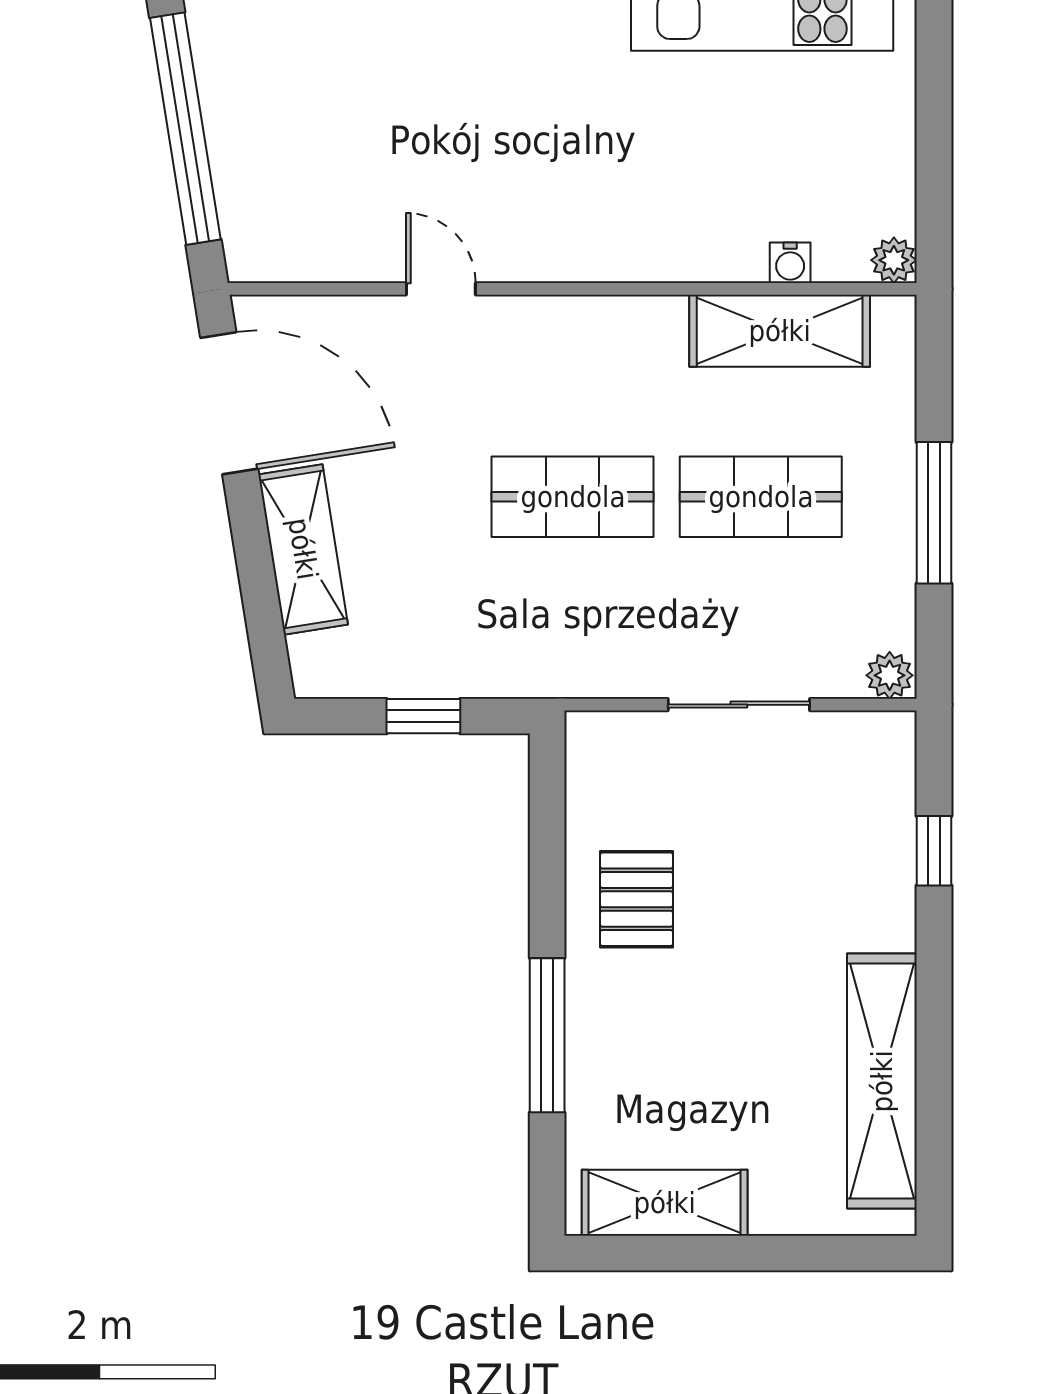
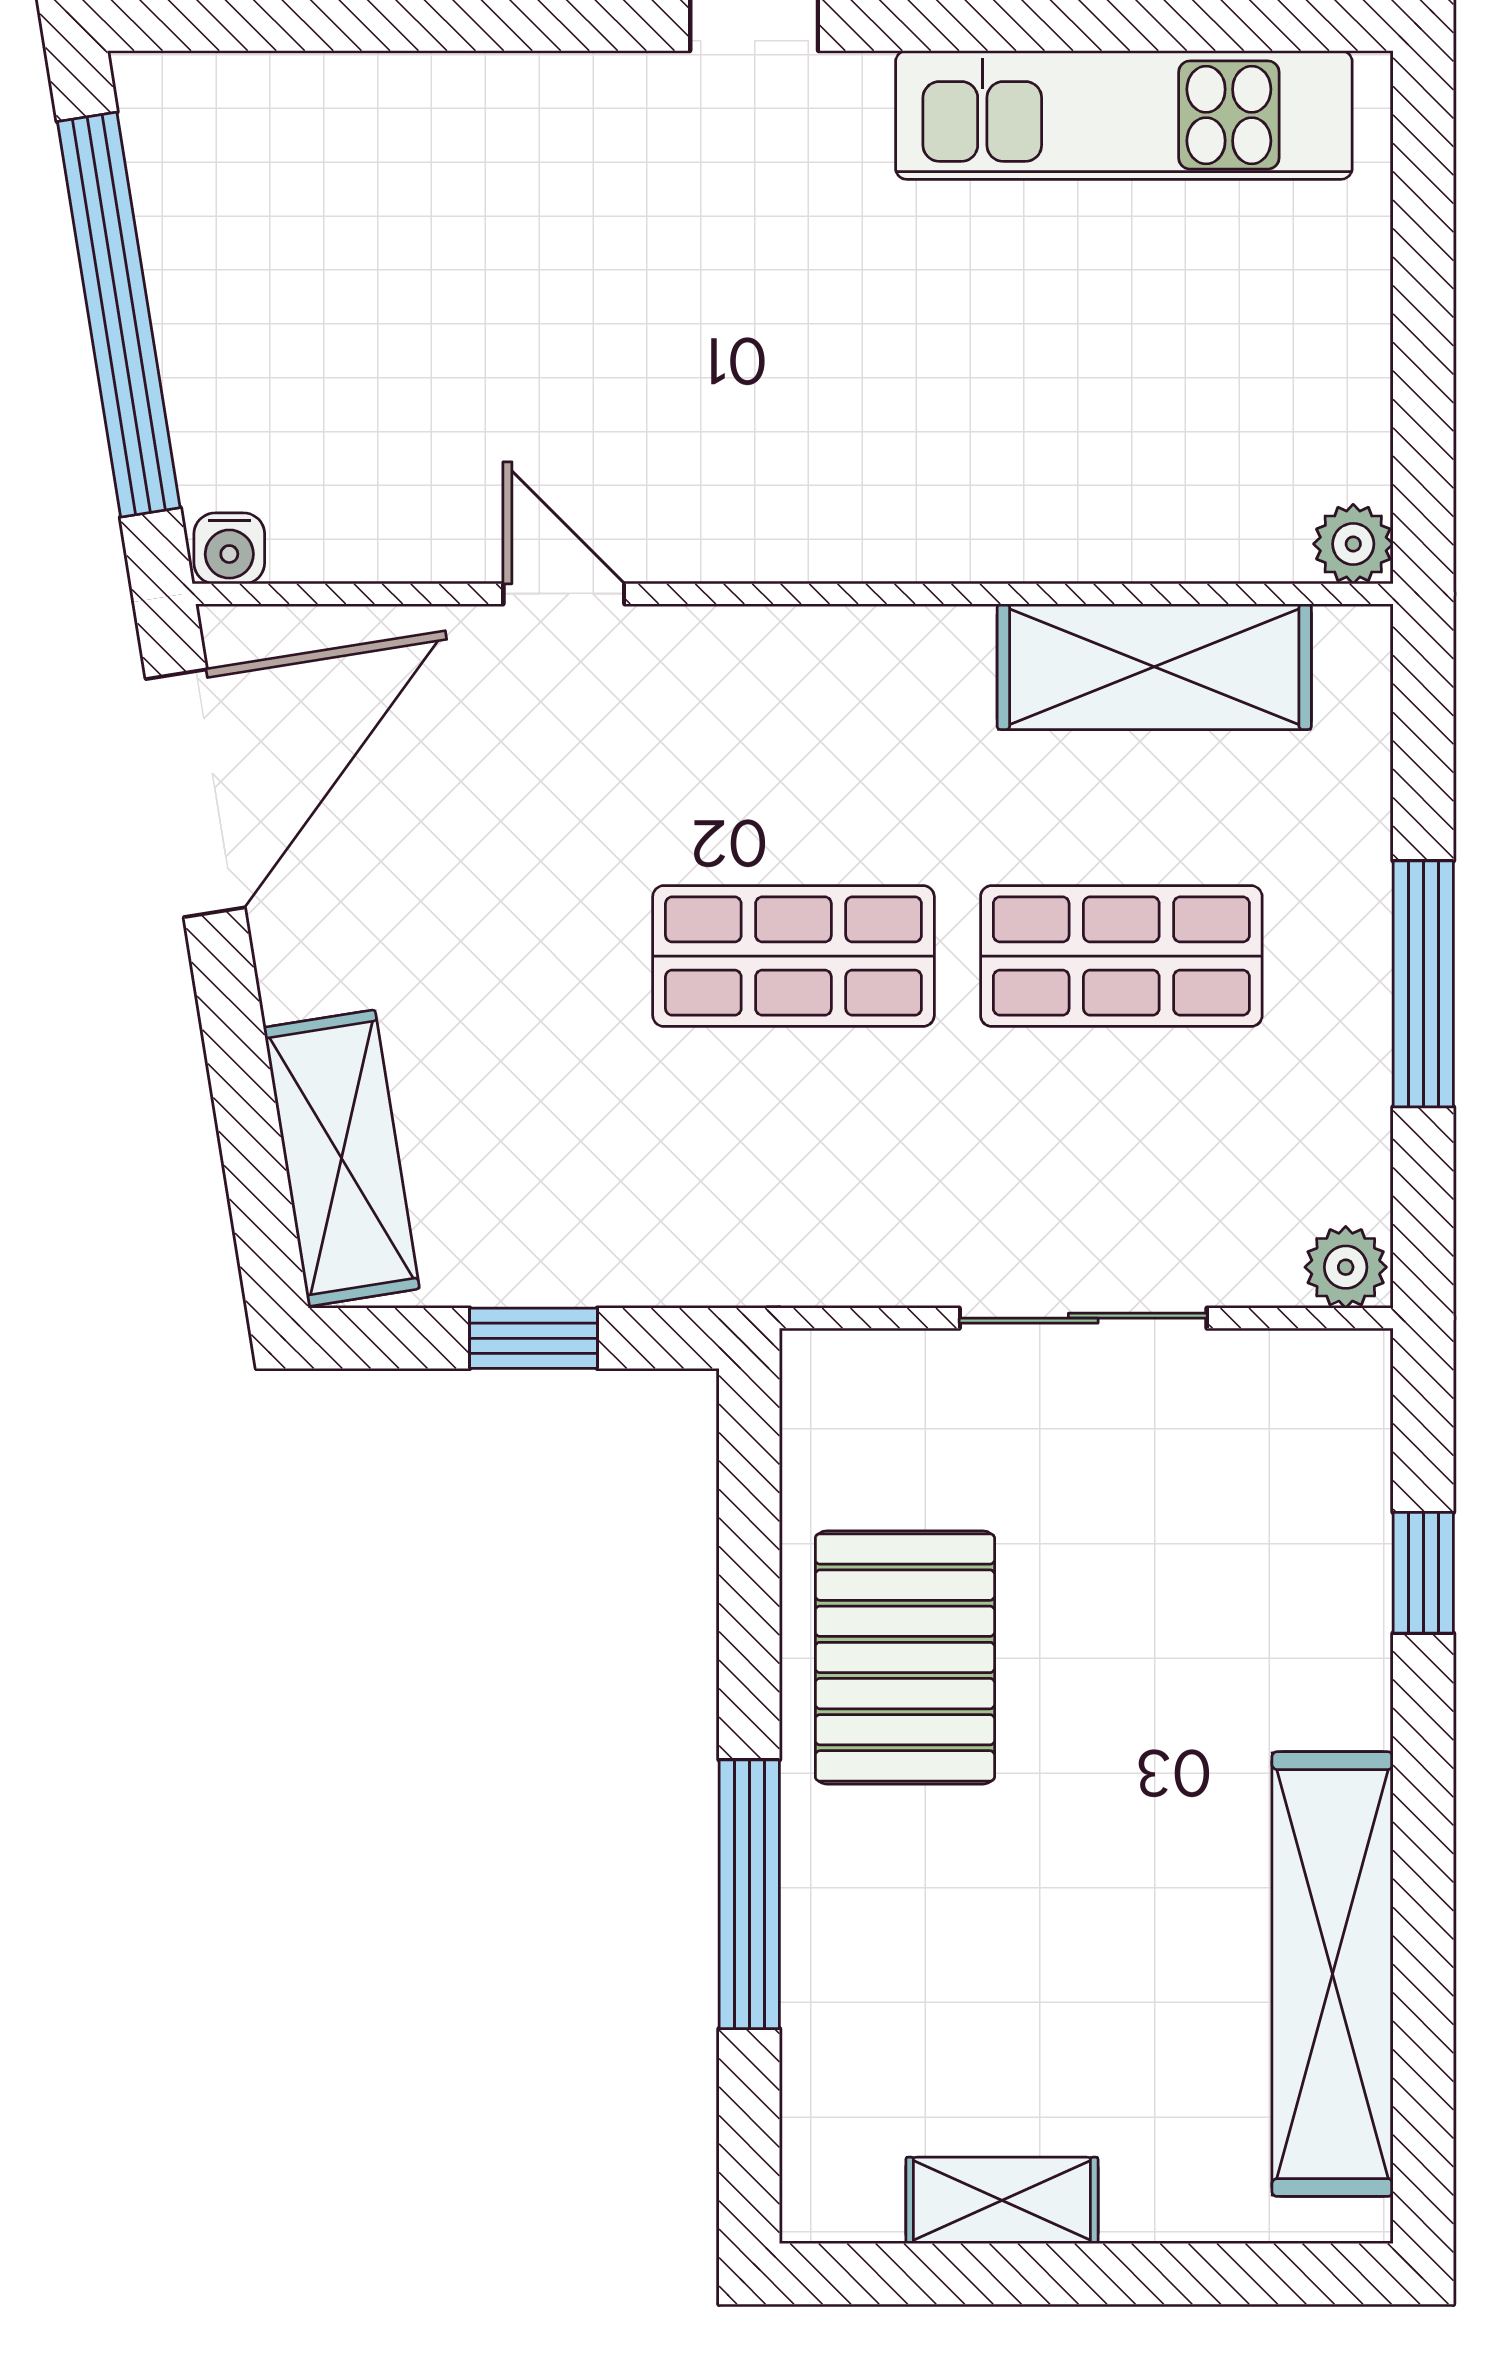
water cooler: (790, 263) -> (229, 548), moved
door: (229, 403) -> (195, 793), hinge flipped
shelving: (303, 549) -> (341, 1158), moved
pallet: (637, 899) -> (905, 1657), width x1.50, depth x1.42
shelving: (665, 1203) -> (1002, 2200), width x0.67, depth x0.75

